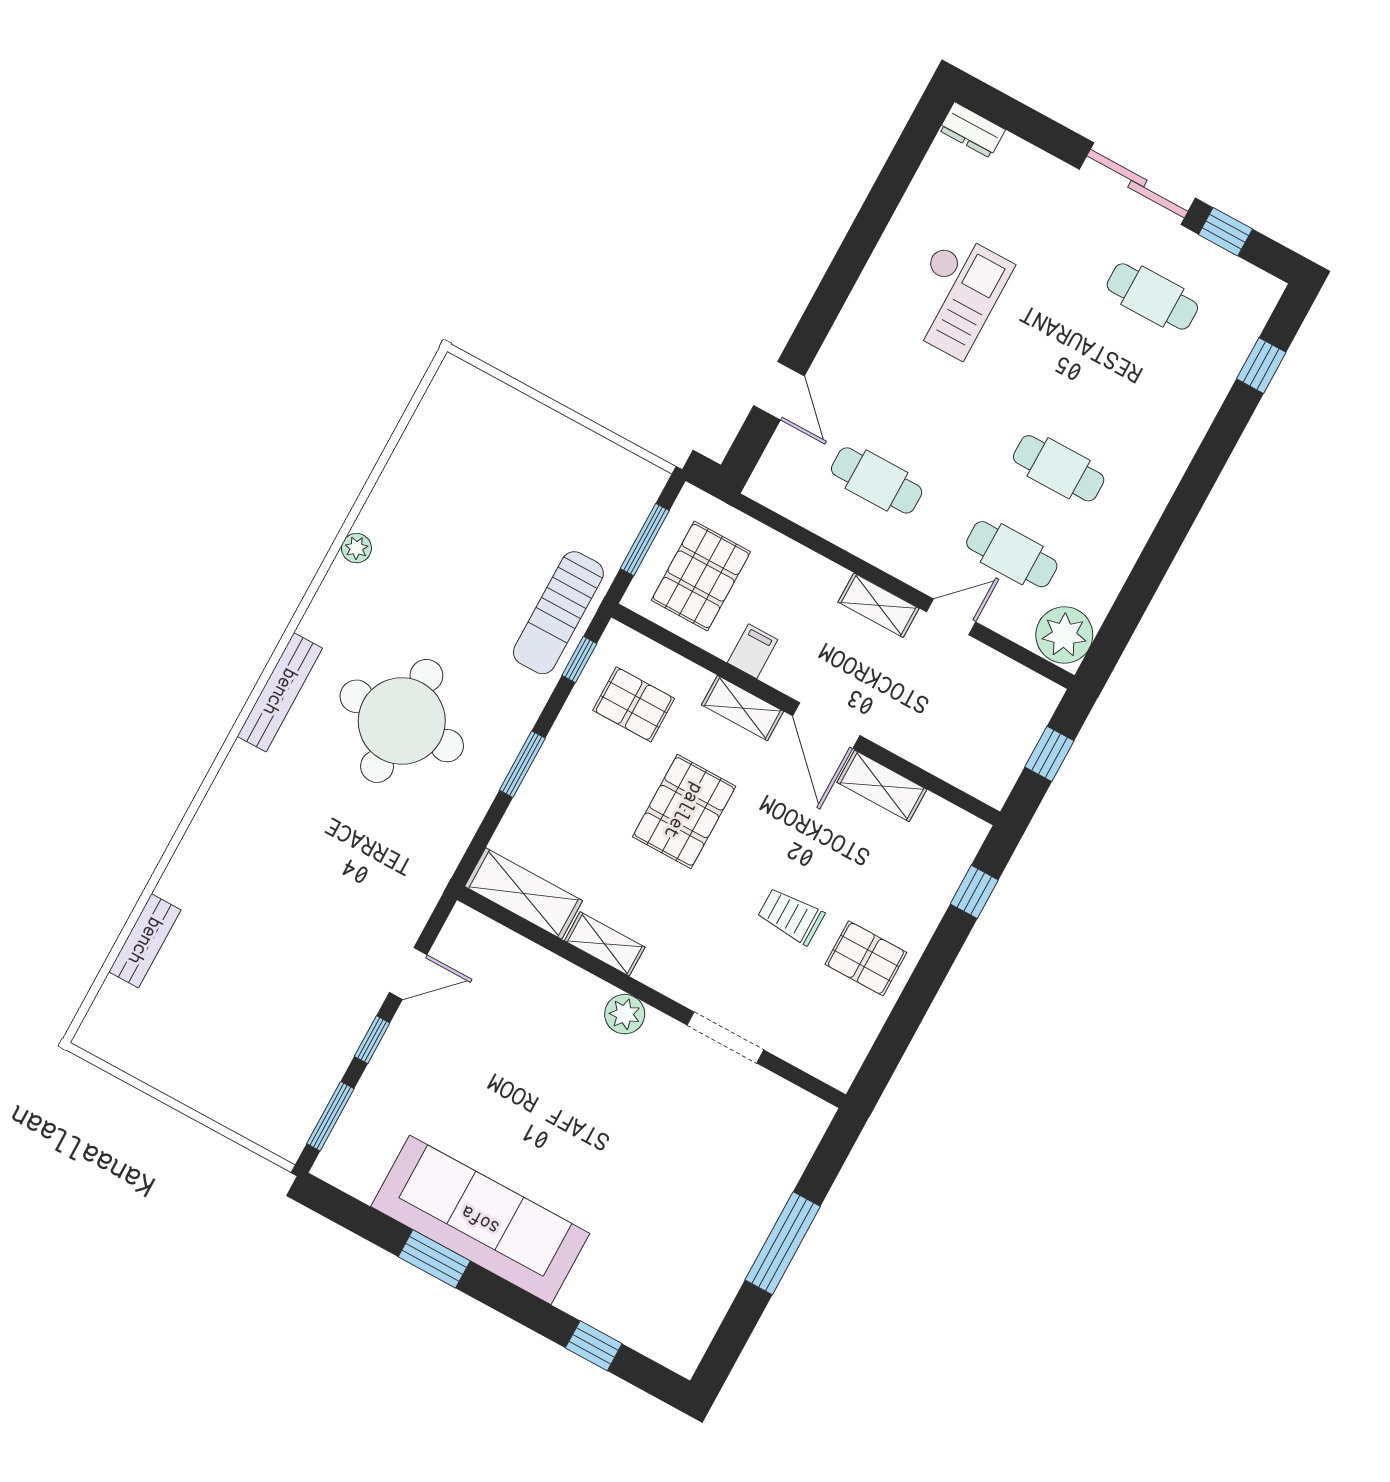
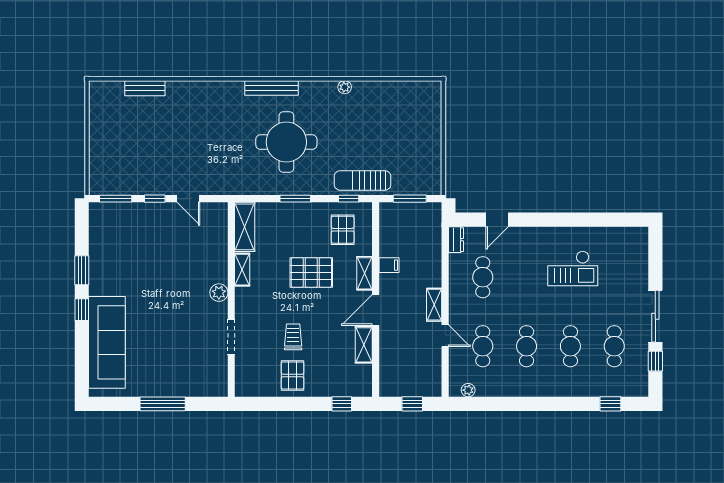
dresser: (972, 130) -> (456, 240), moved, turned 180
cafe table: (1105, 382) -> (570, 346), added
pallet: (701, 576) -> (408, 229), removed
plant: (1064, 635) -> (468, 390), width x0.53, depth x0.53
sofa: (480, 1220) -> (107, 342), moved
window: (594, 1346) -> (82, 310), moved

